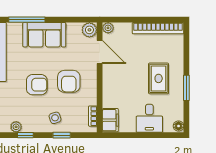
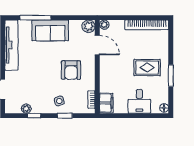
rug: (159, 78) -> (147, 68), turned 90
armchair: (37, 85) -> (44, 73), removed

